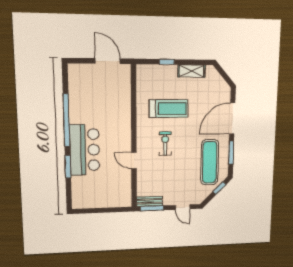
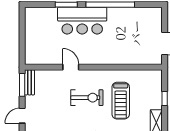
exercise bike: (165, 144) -> (87, 98), width x1.38, depth x1.39
door: (134, 161) -> (71, 67), hinge flipped

